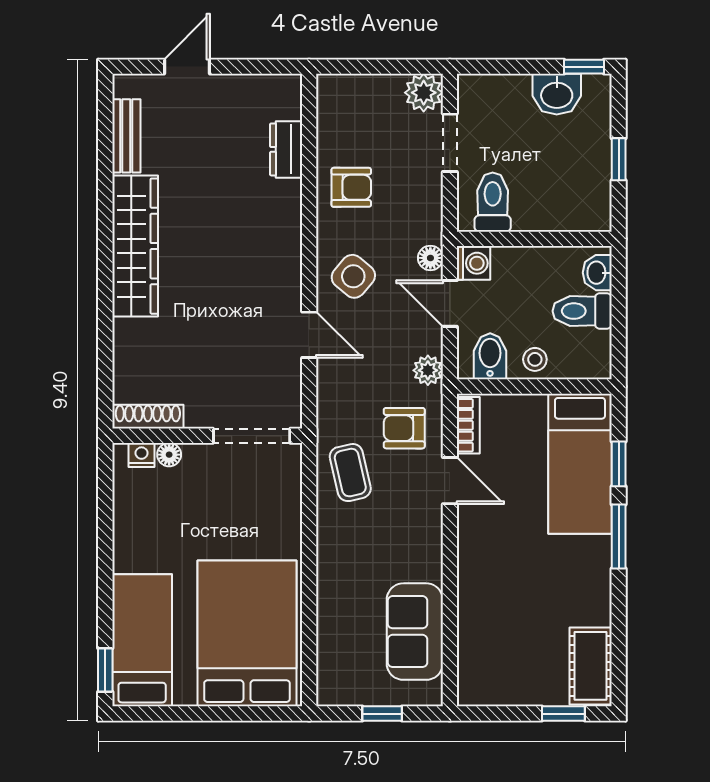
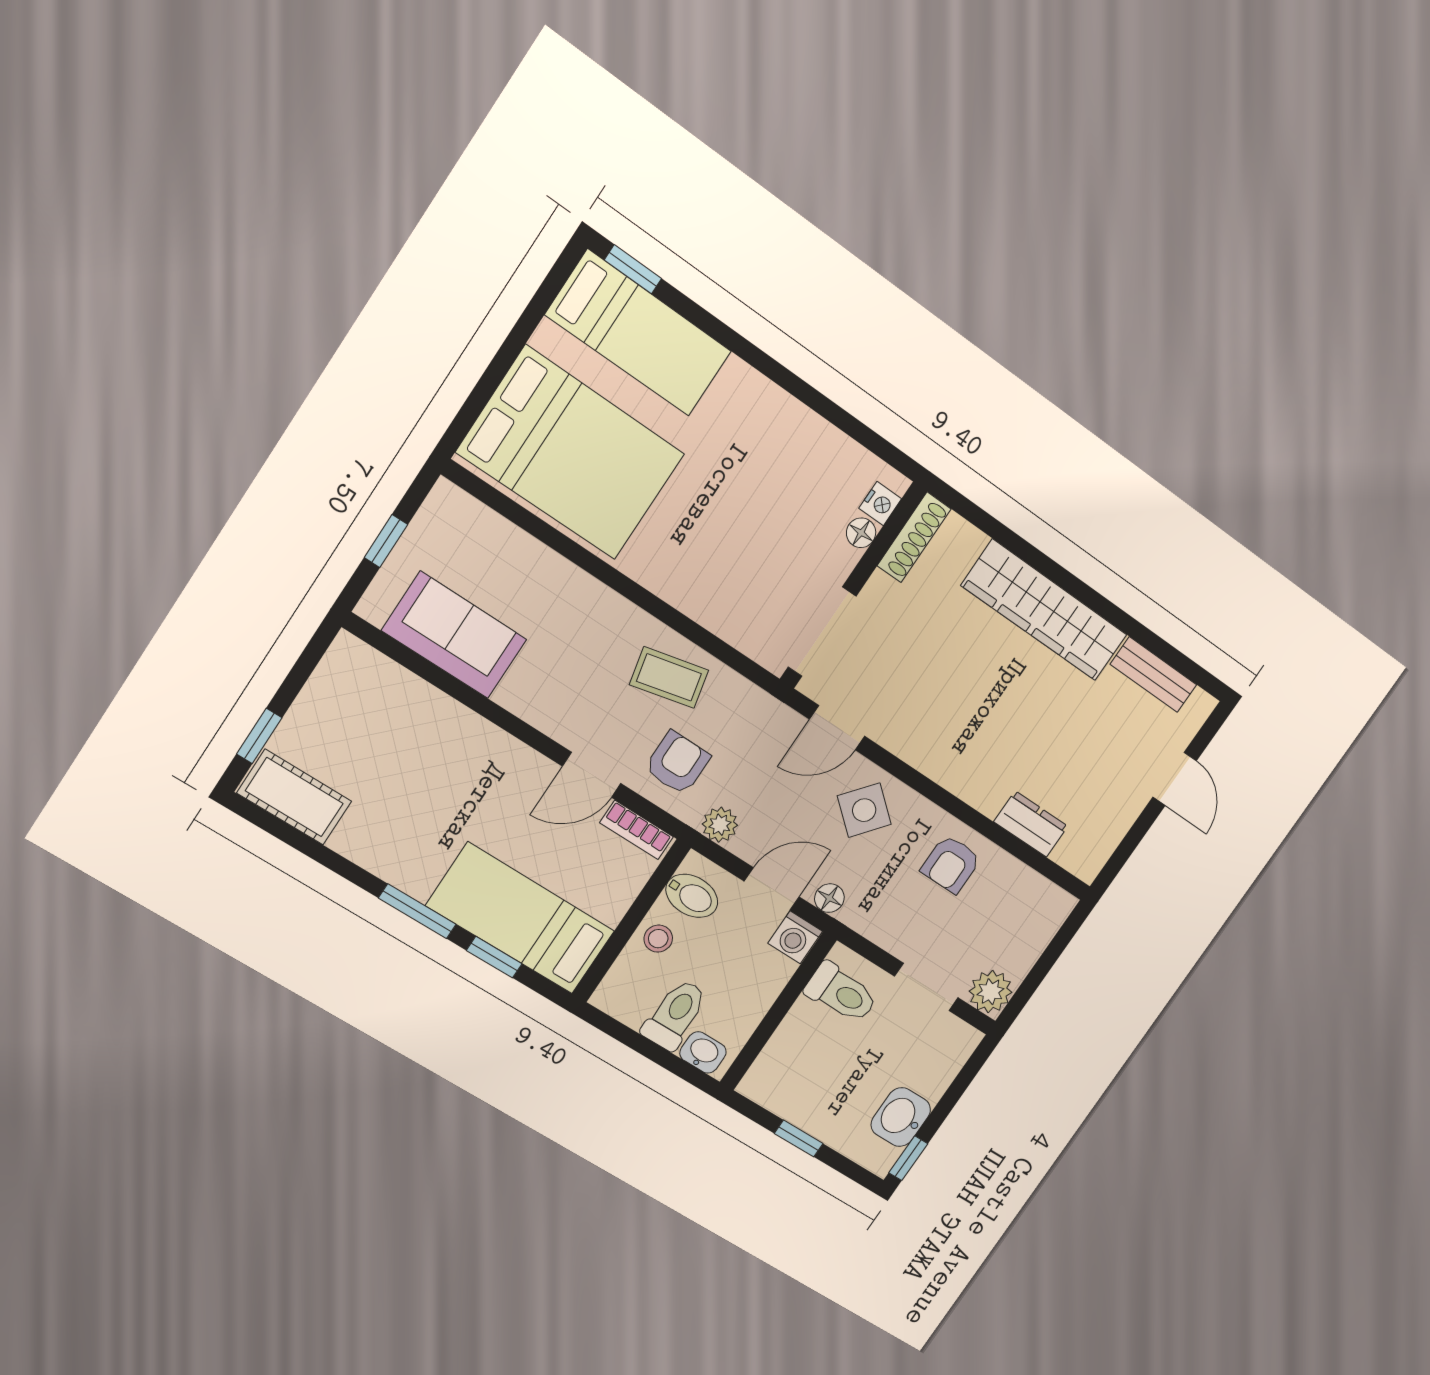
shoe rack: (148, 417) -> (914, 537), moved
wall: (207, 436) -> (853, 586), moved
doorway: (252, 436) -> (822, 632), moved
nightstand: (142, 455) -> (880, 504), moved
floor lamp: (169, 455) -> (861, 533), moved

